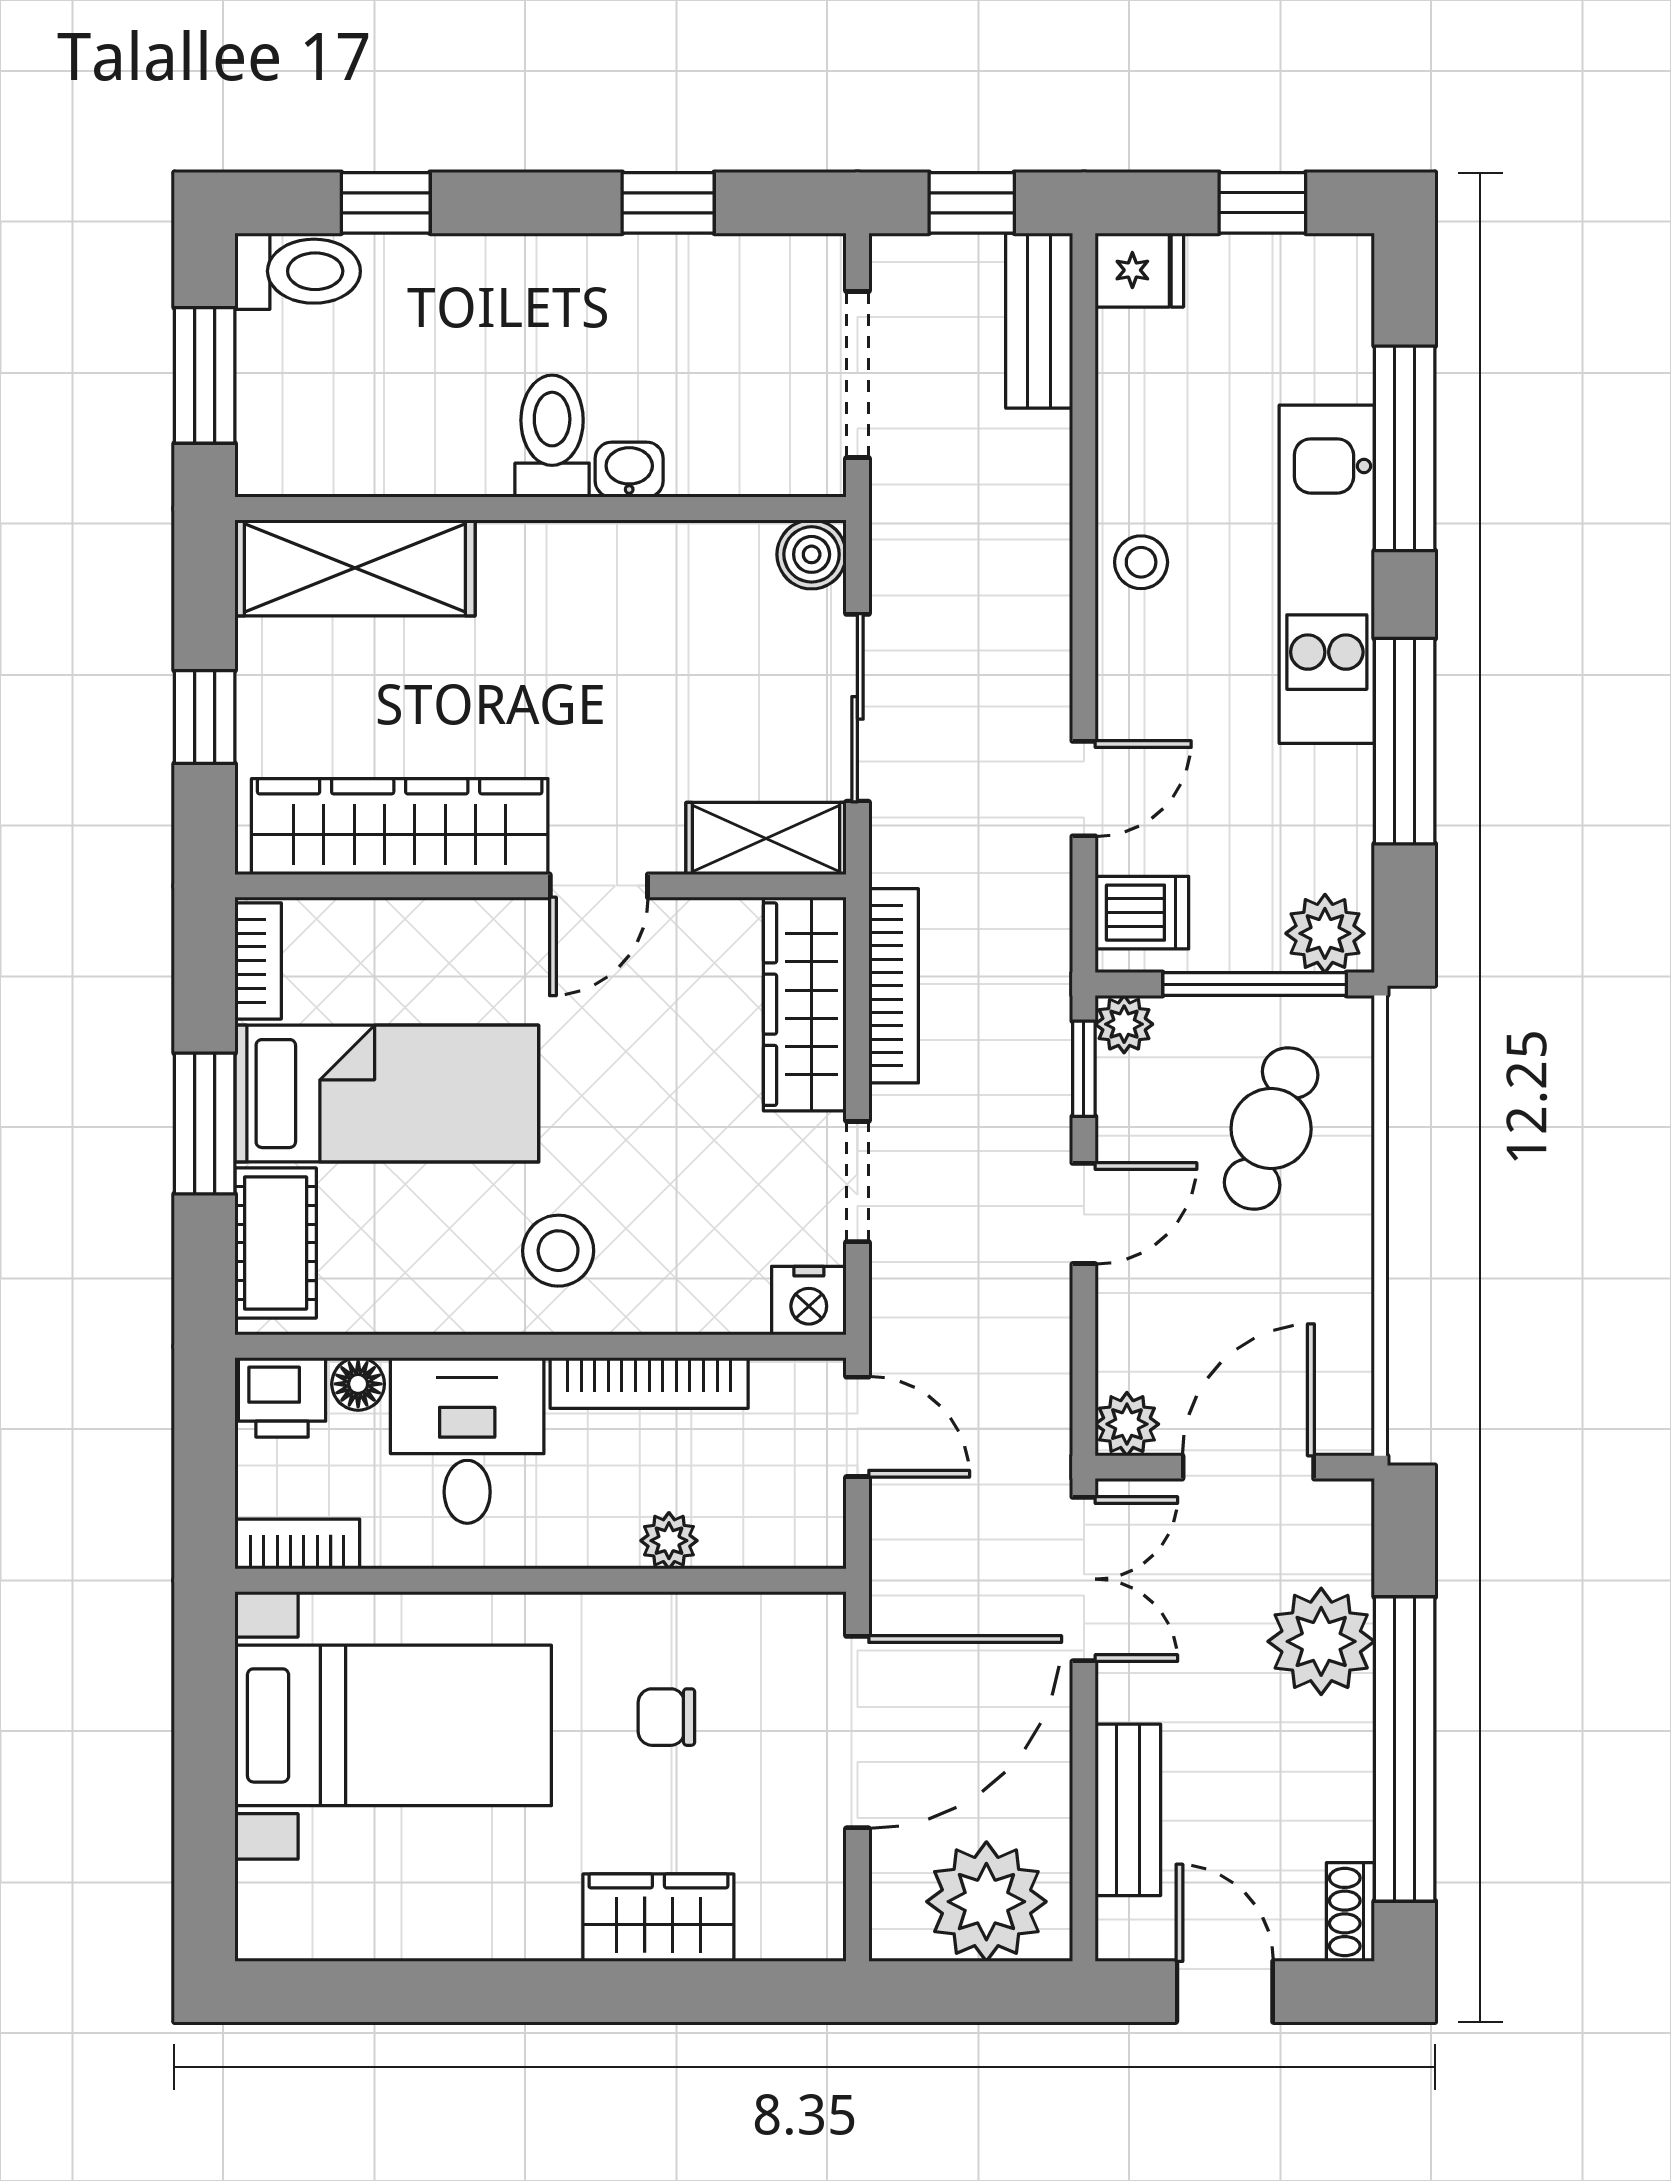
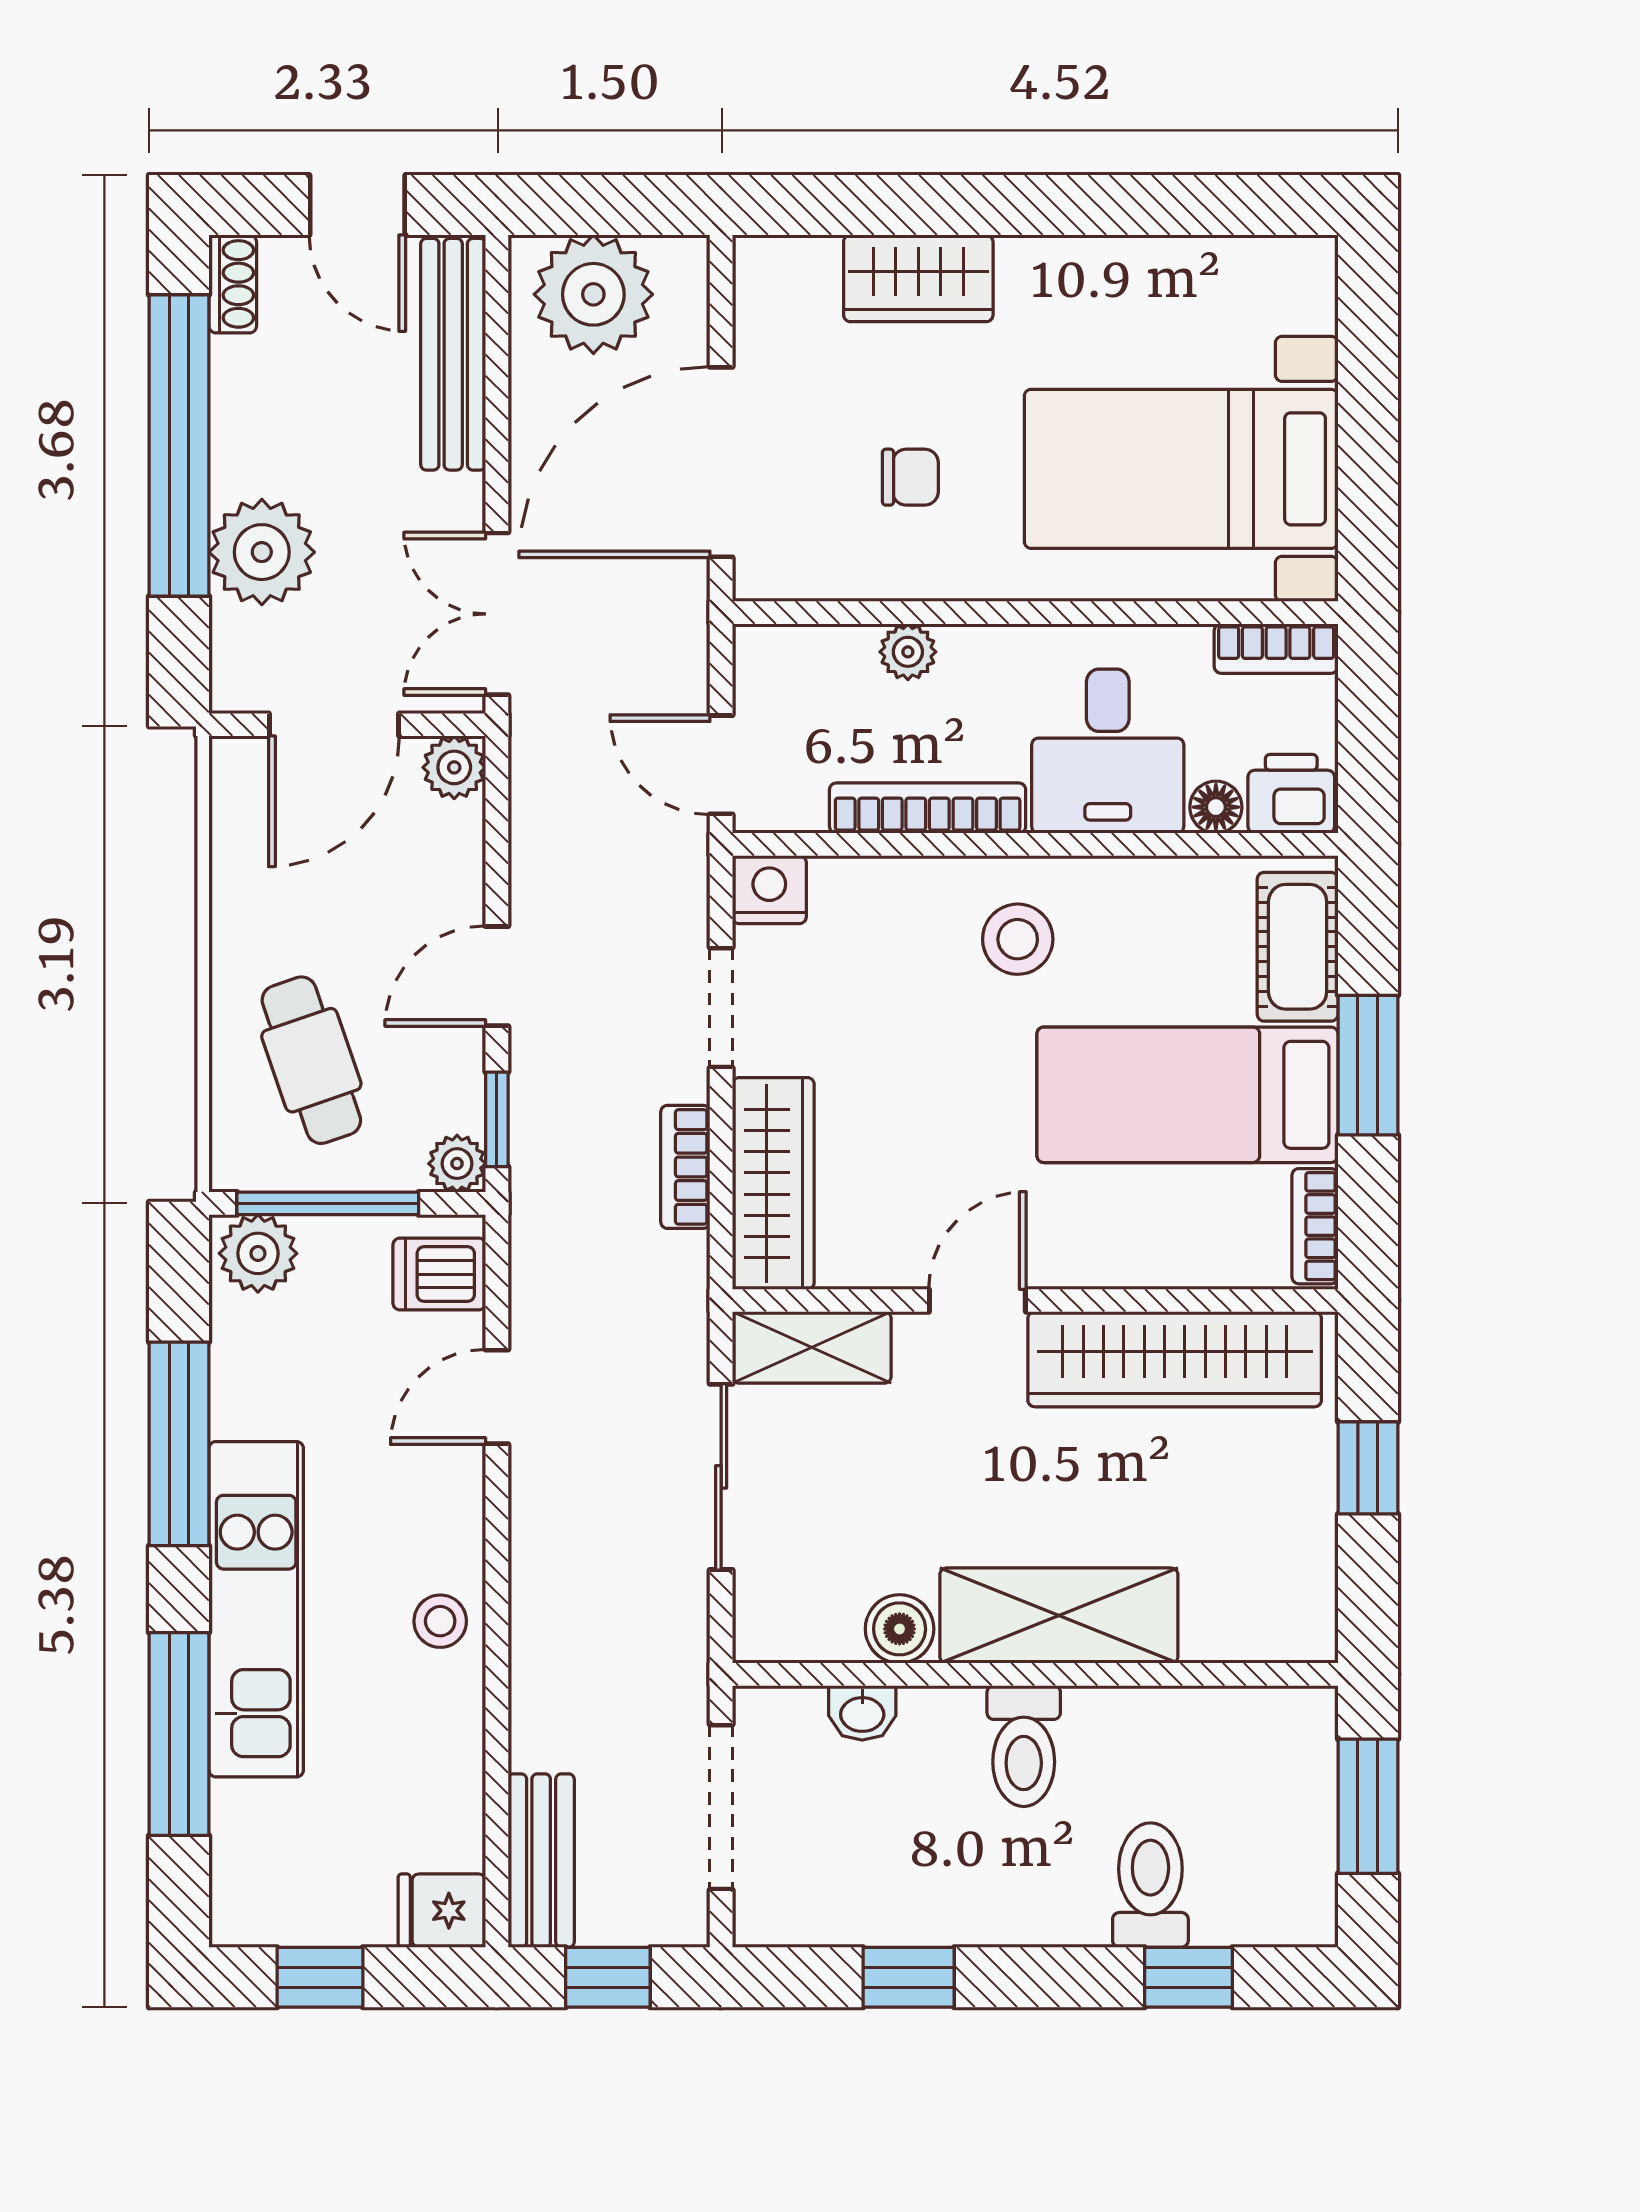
toilet: (298, 271) -> (1150, 1885), moved, turned 90
washbasin: (629, 470) -> (862, 1713), moved
boiler: (812, 554) -> (900, 1629), moved
shelving: (355, 568) -> (1059, 1616), moved
bookcase: (894, 986) -> (685, 1167), width x0.64
cafe table: (1271, 1128) -> (311, 1060), turned -38
bench: (1128, 1810) -> (453, 354), width x1.36

